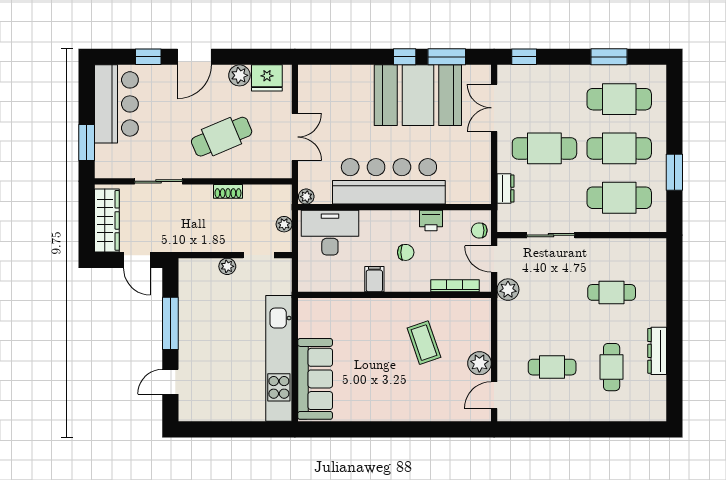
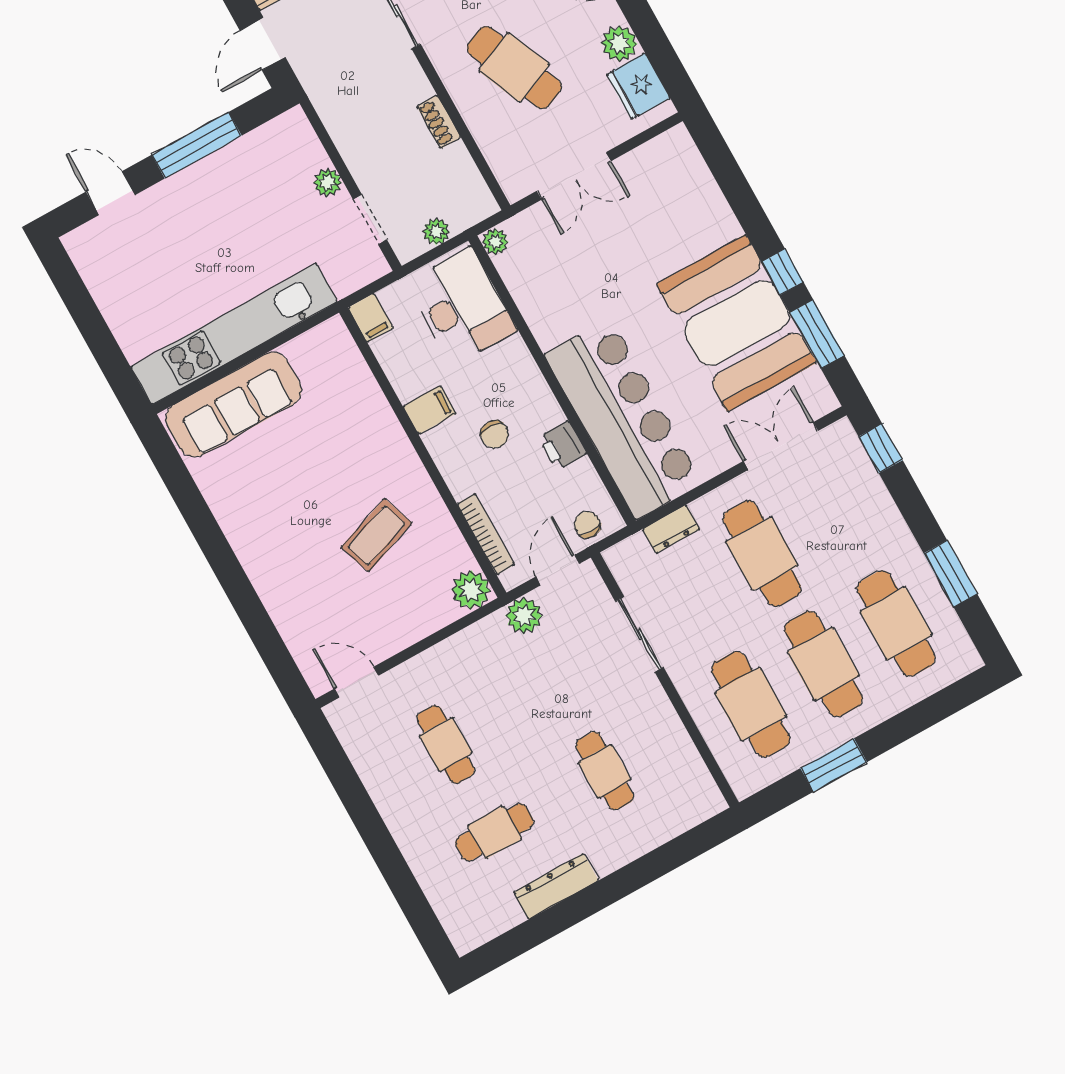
bar counter: (389, 181) -> (623, 419), moved
filing cabinet: (310, 283) -> (371, 318), added
plant: (479, 363) -> (471, 590), moved

